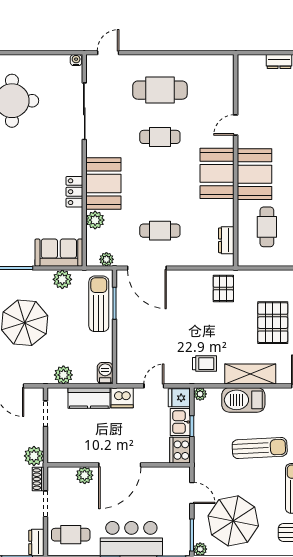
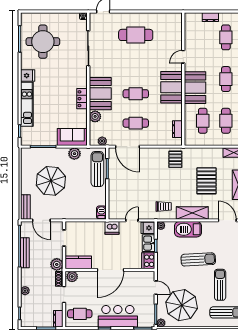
cafe table: (160, 137) -> (136, 94), moved
plant: (63, 375) -> (75, 214), removed
kitchen counter: (89, 398) -> (78, 262), moved, turned 180
plant: (85, 475) -> (72, 277), moved

